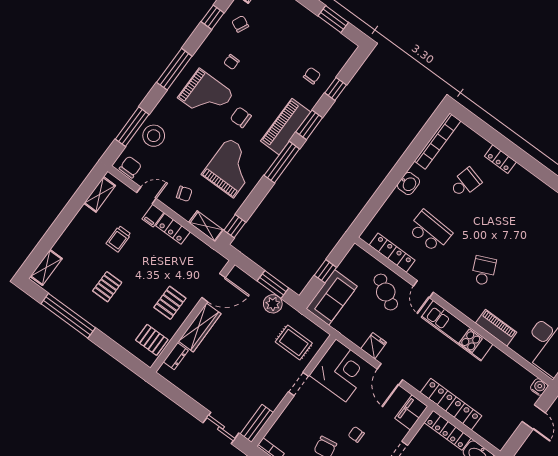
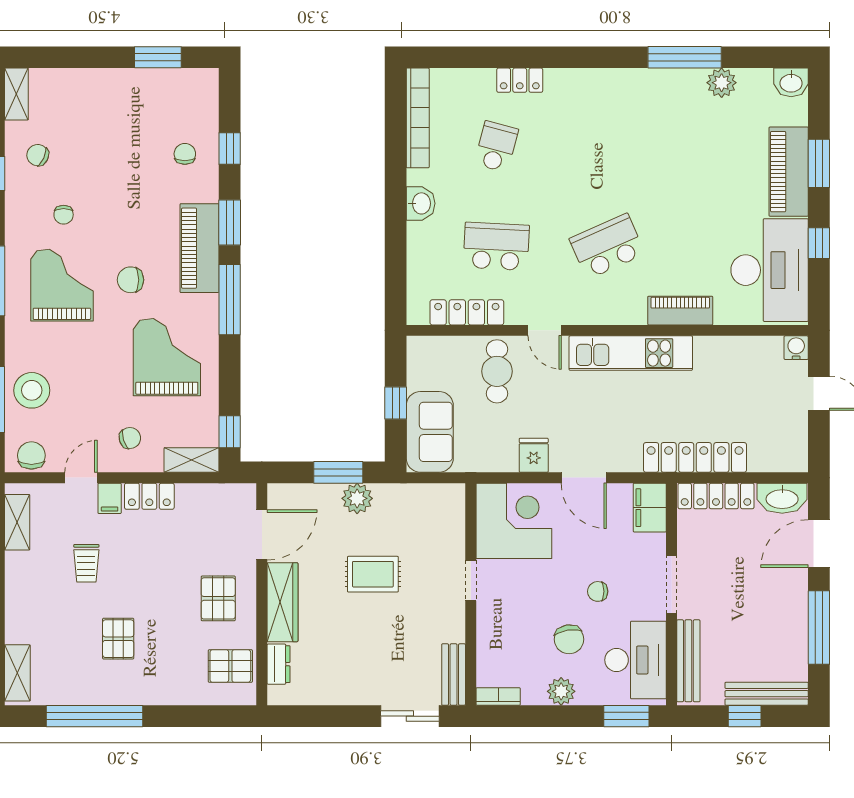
grand piano: (206, 95) -> (62, 285), turned -90
school desk: (484, 271) -> (607, 246), width x1.85
cafe table: (386, 292) -> (497, 371), turned 60
rug: (294, 342) -> (373, 574), moved

